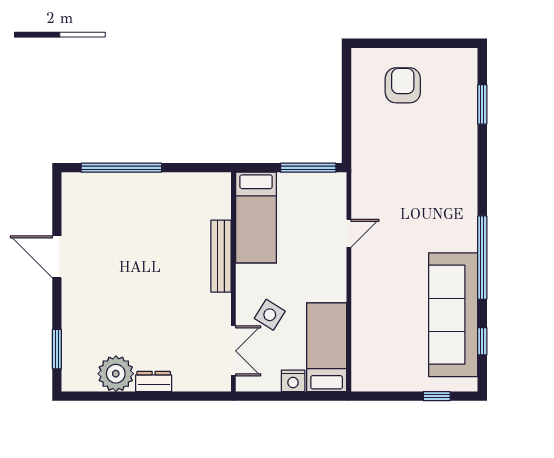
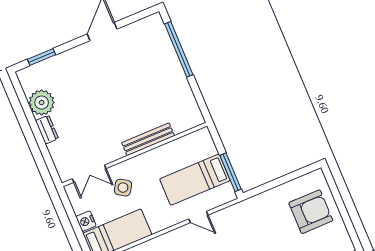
armchair: (403, 85) -> (311, 212), width x1.36, depth x1.36
bed: (256, 218) -> (195, 180), moved

